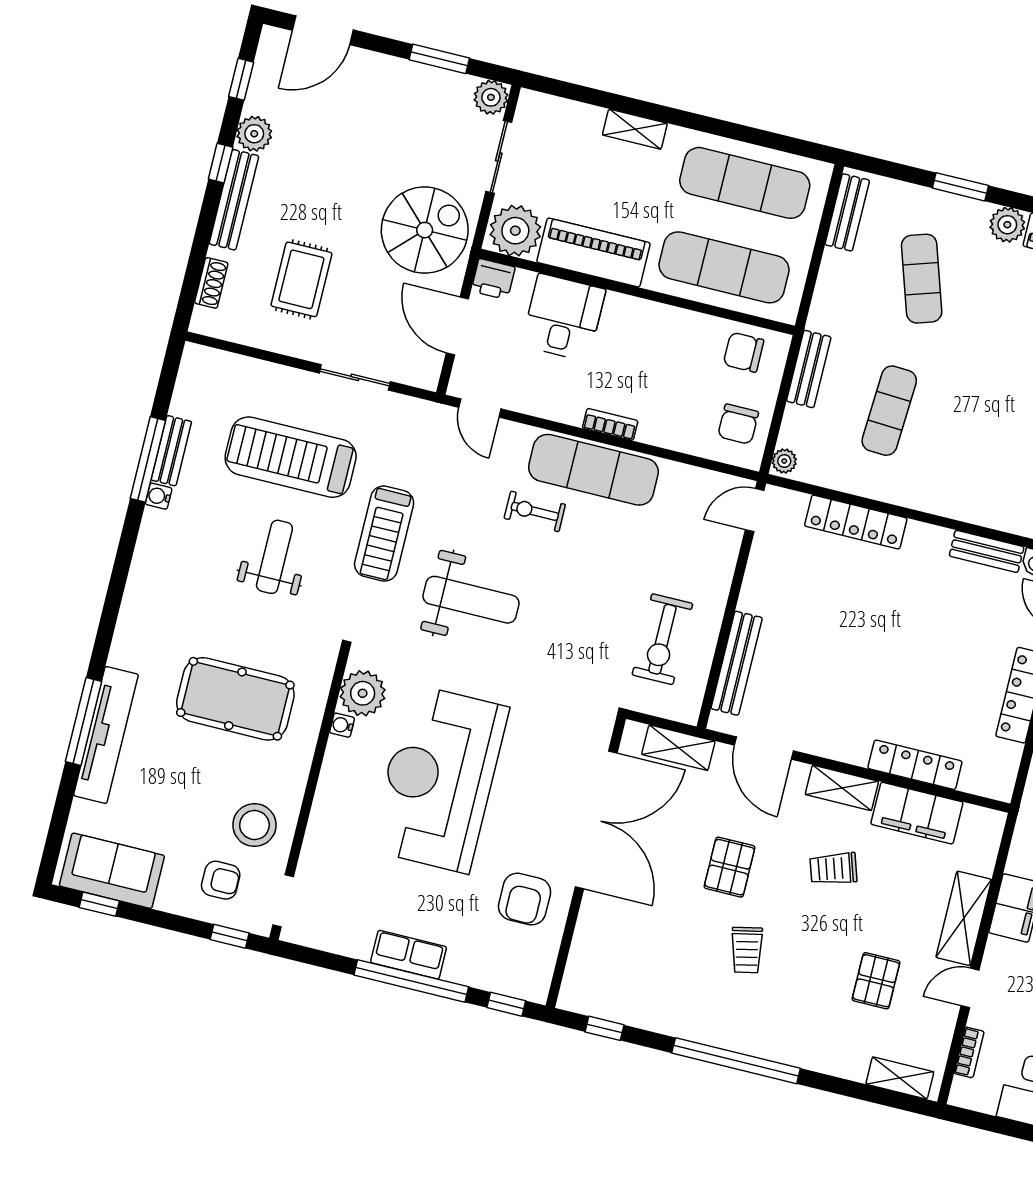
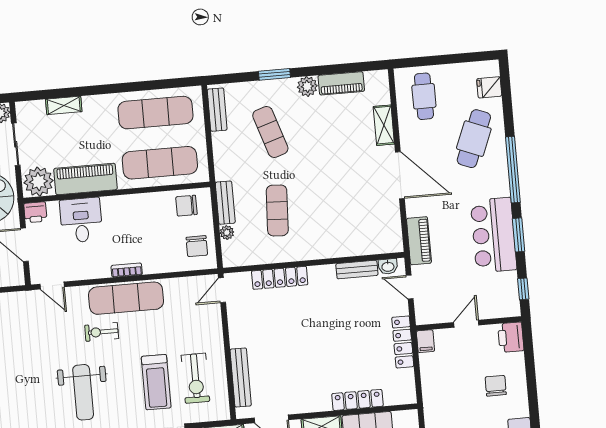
shelving: (635, 129) -> (64, 105), moved
plant: (784, 461) -> (227, 233), moved
treadmill: (384, 534) -> (156, 382), moved
weight bench: (471, 600) -> (83, 392), turned 90

